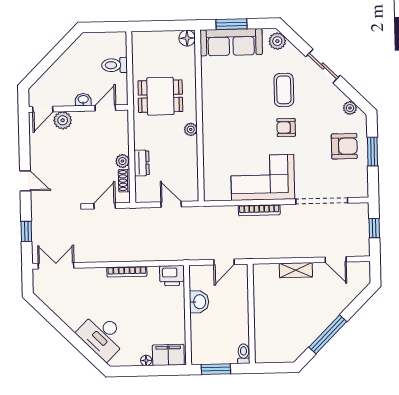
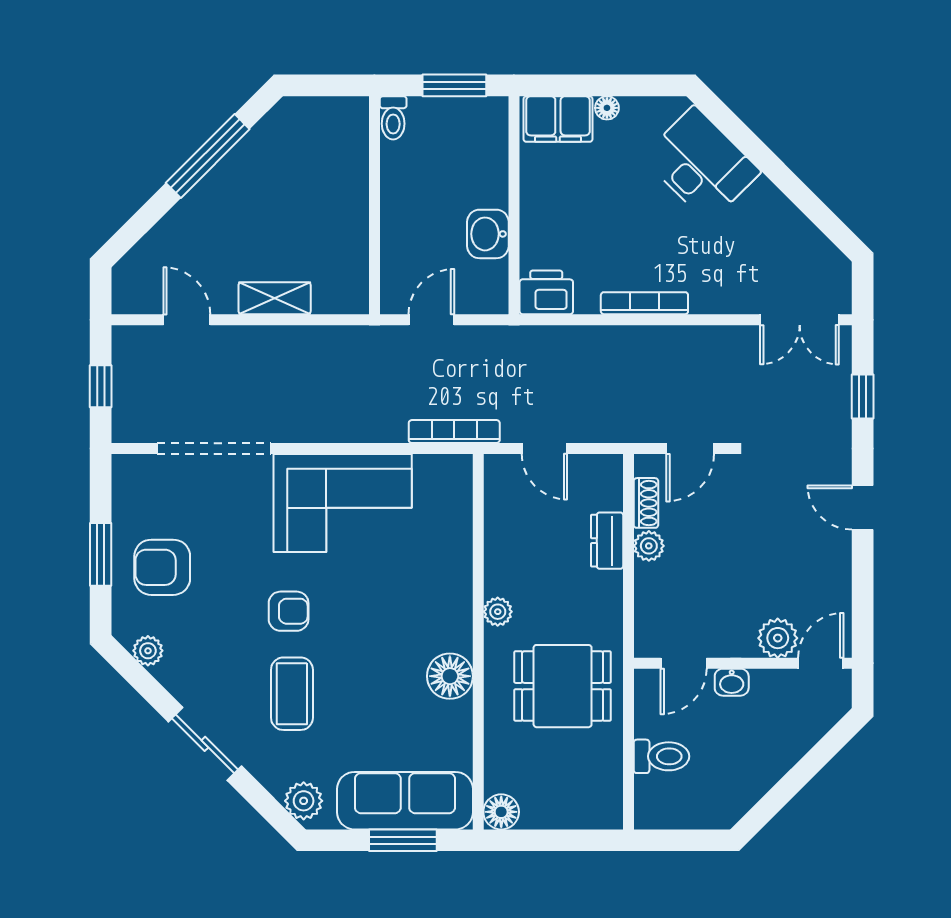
floor lamp: (212, 100) -> (450, 676), added
bookcase: (259, 210) -> (454, 432), moved

